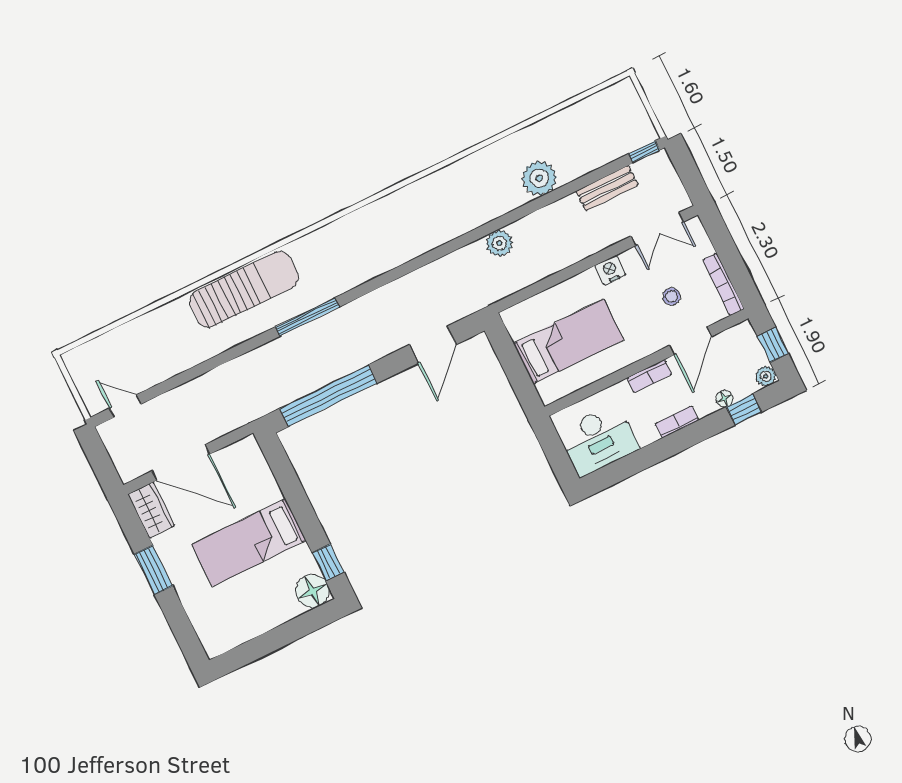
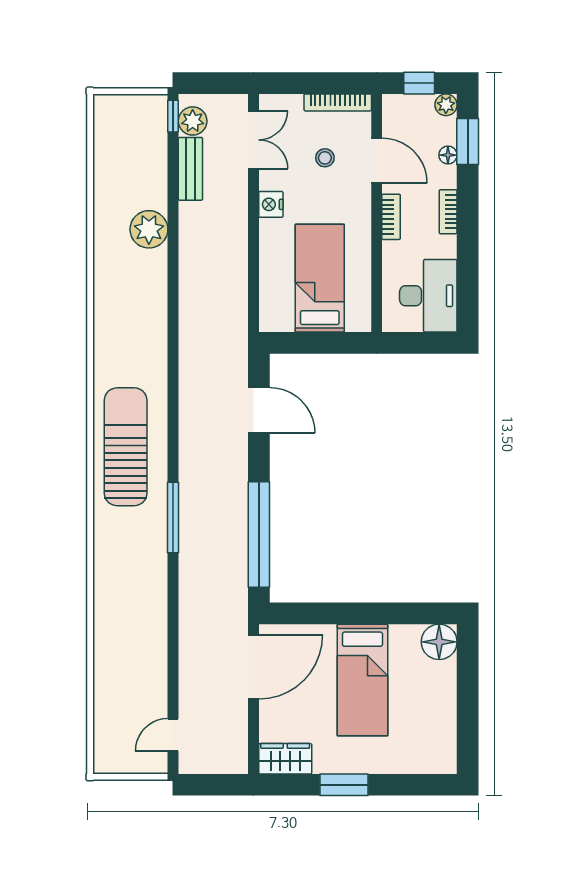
plant: (499, 243) -> (193, 121), moved
sun lounger: (244, 289) -> (126, 447), moved
window: (744, 409) -> (468, 141), width x1.50
door: (181, 462) -> (253, 667), moved
window: (328, 562) -> (419, 613), removed

